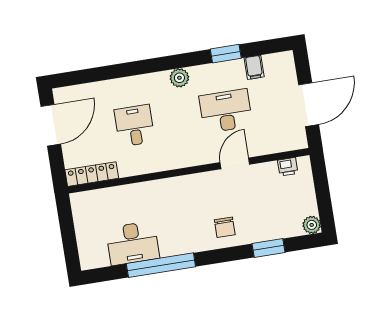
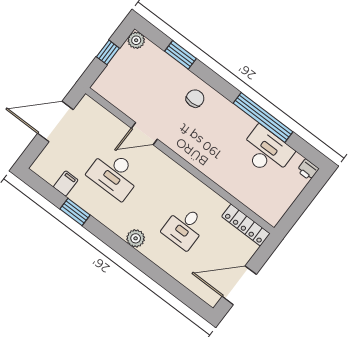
plant: (179, 78) -> (136, 238), moved
printer: (288, 167) -> (308, 170), moved, turned 180
window: (323, 195) -> (108, 52), added

